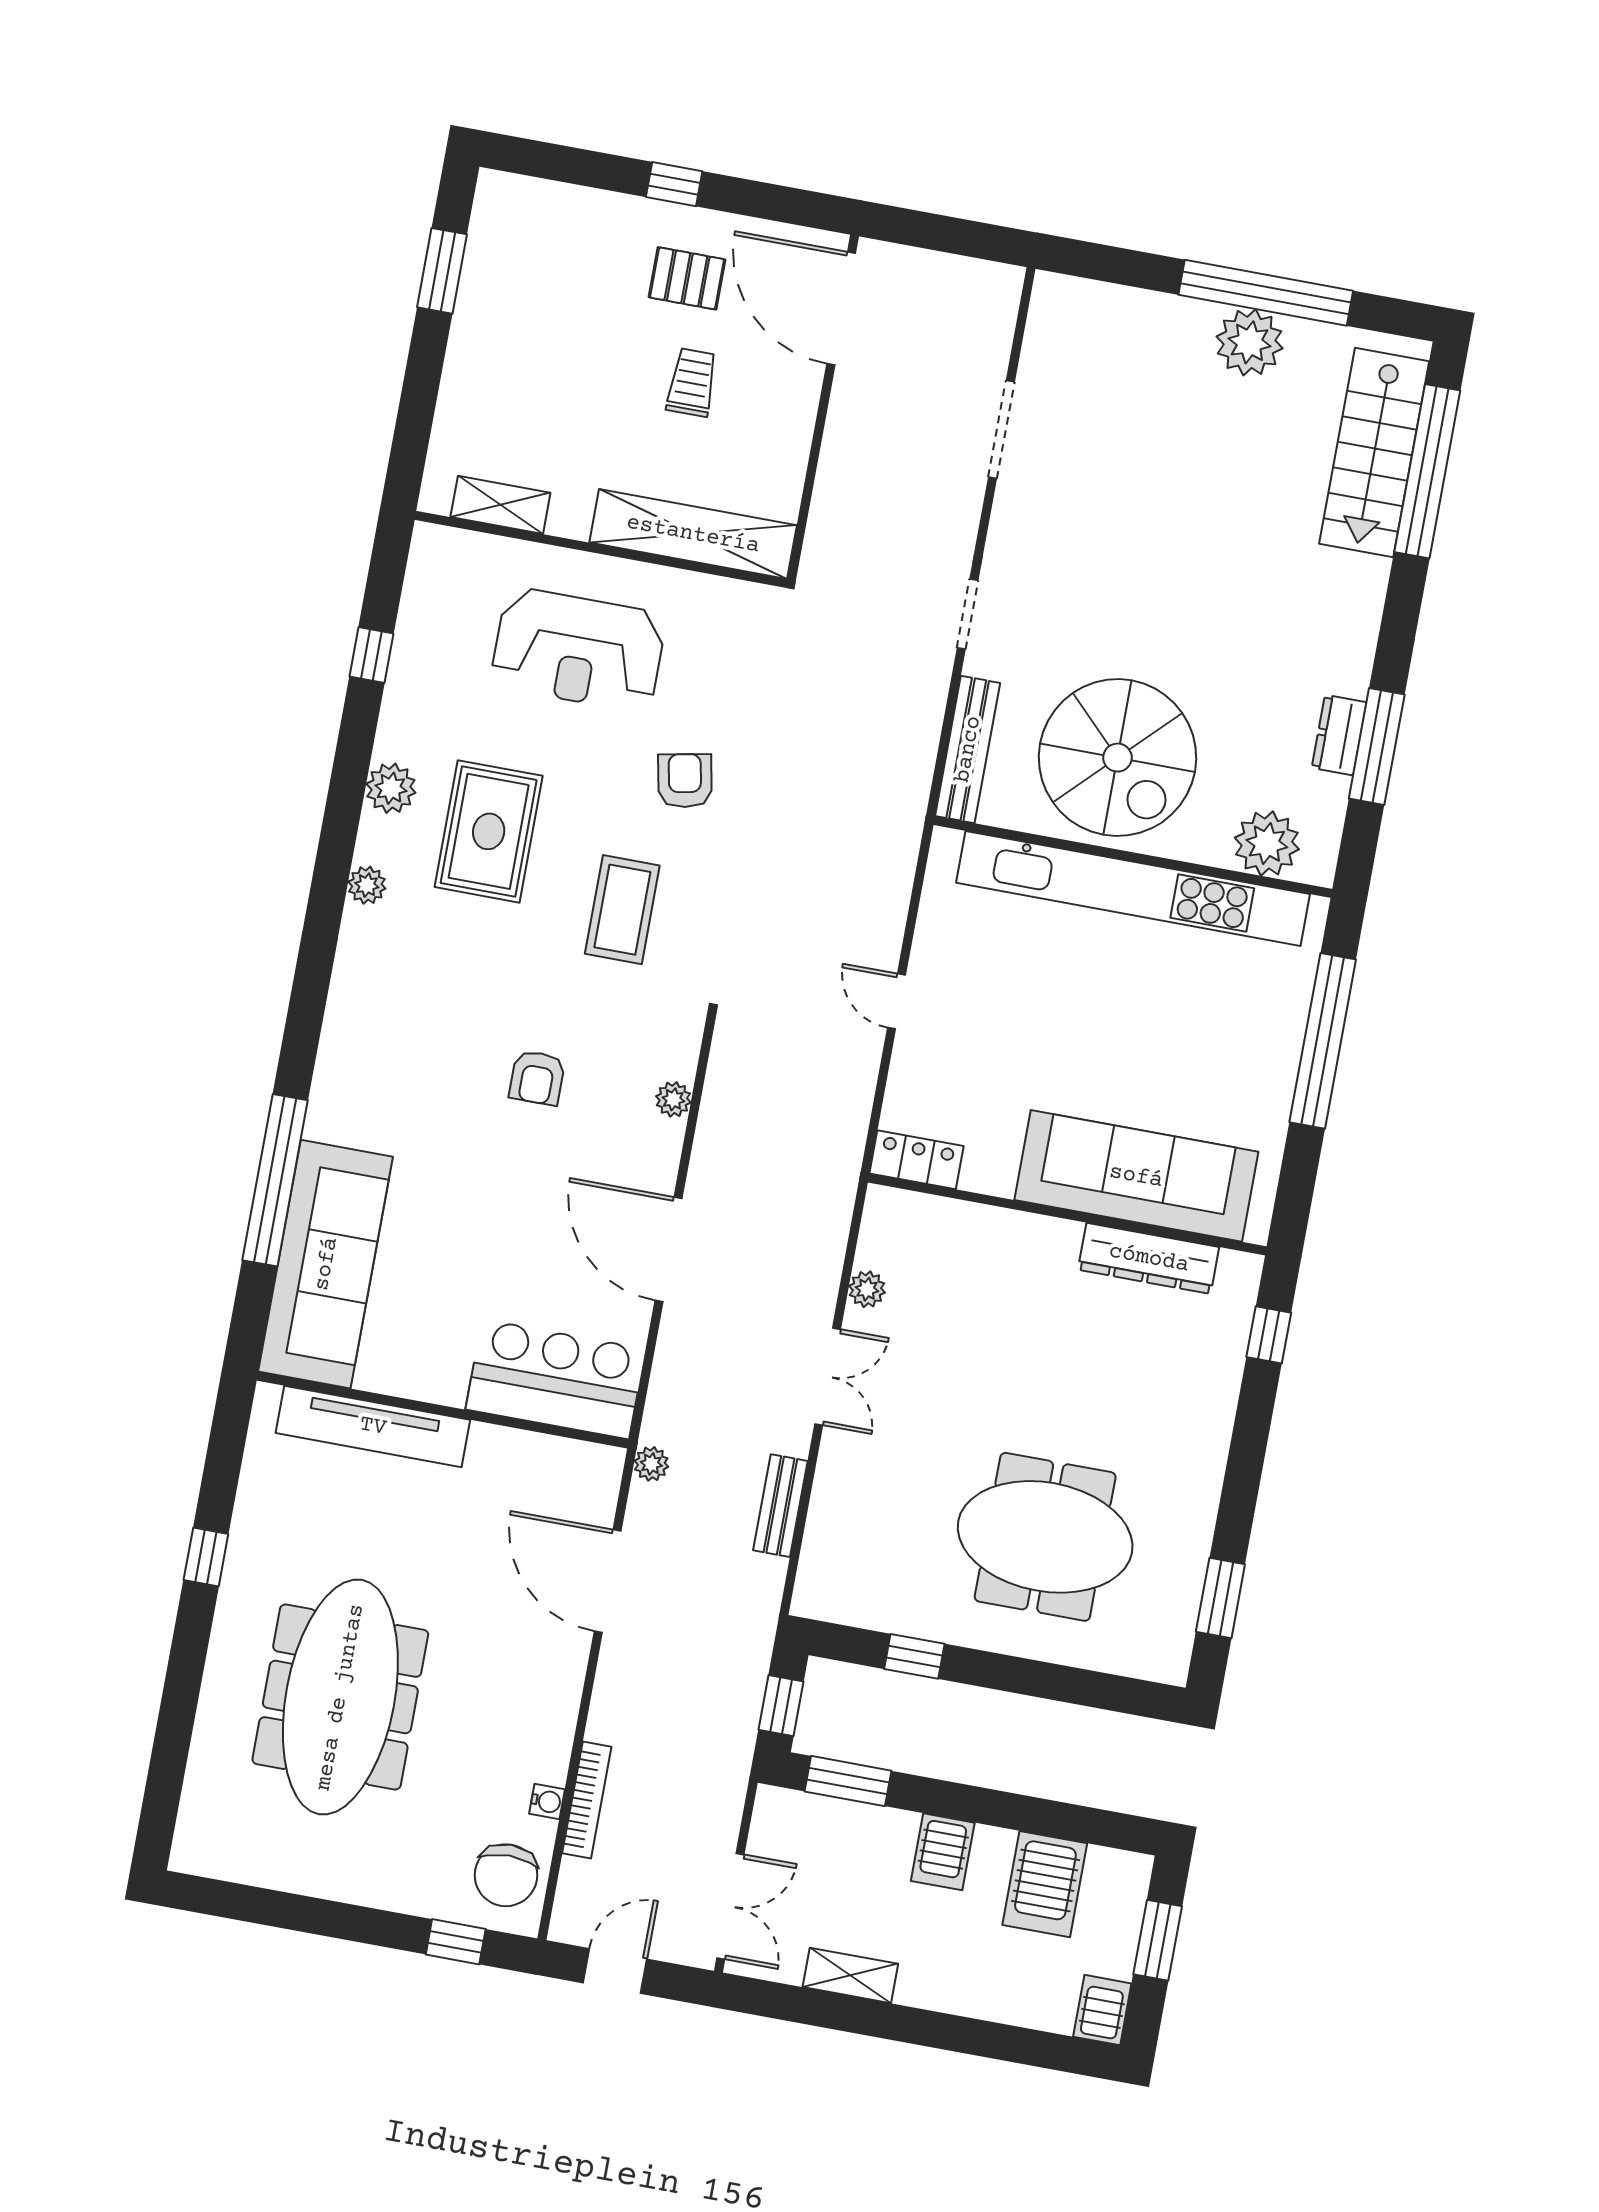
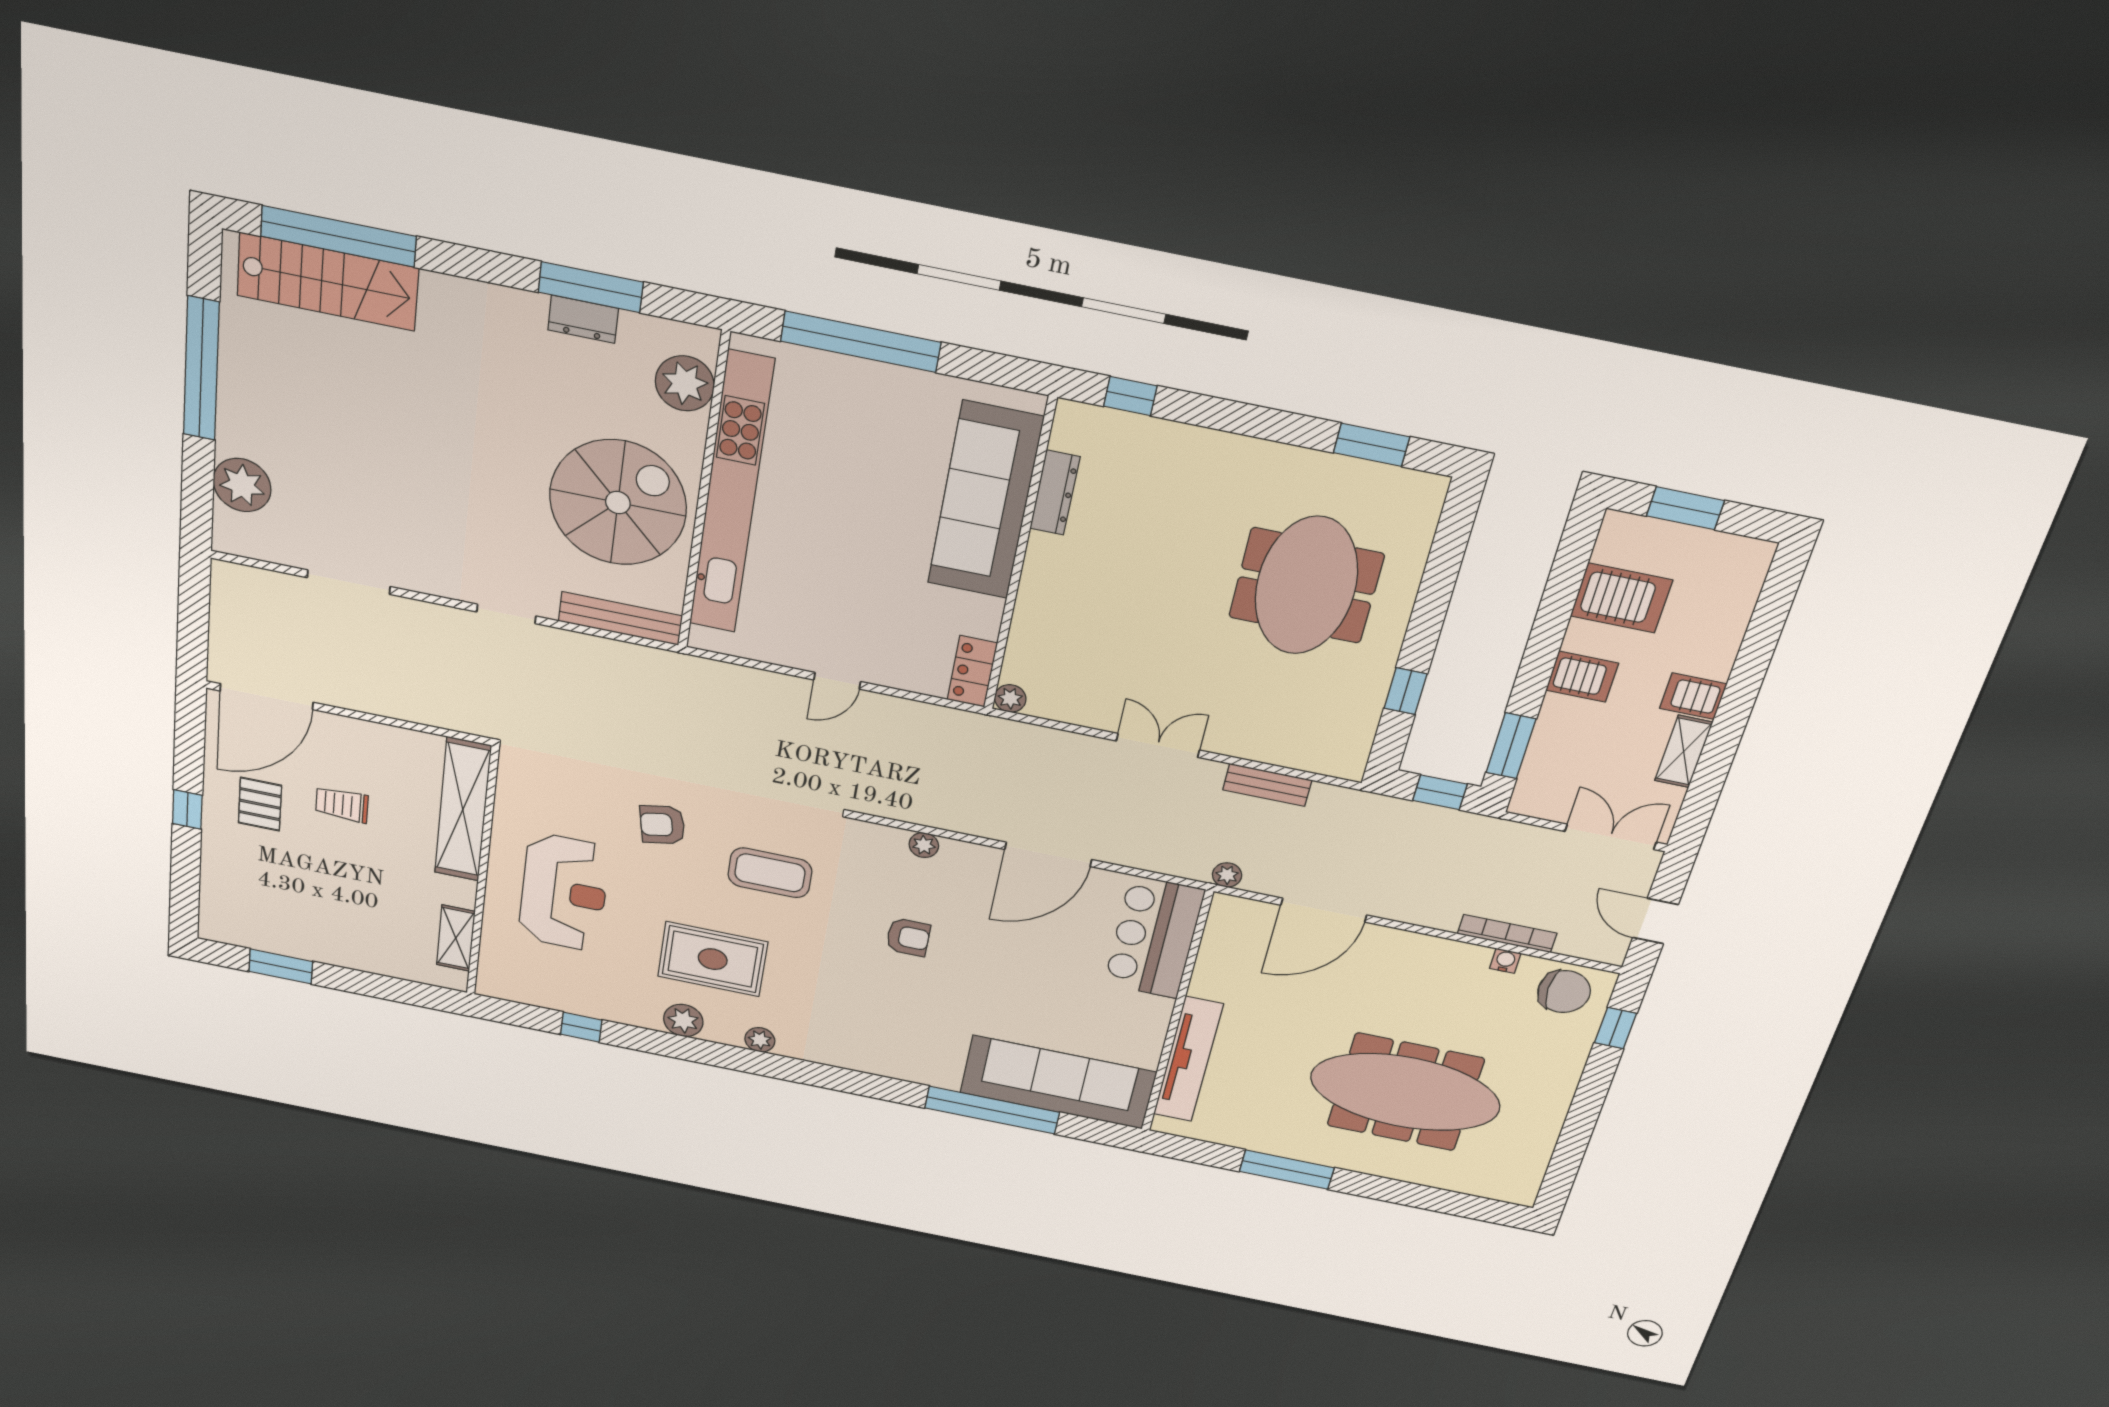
plant: (1250, 342) -> (242, 485), moved
dresser: (1149, 1258) -> (1055, 493), width x0.73, depth x0.80
plant: (867, 1289) -> (1010, 698), moved
window: (206, 1557) -> (1287, 1170), width x2.17
server rack: (1102, 2010) -> (1693, 696), moved

